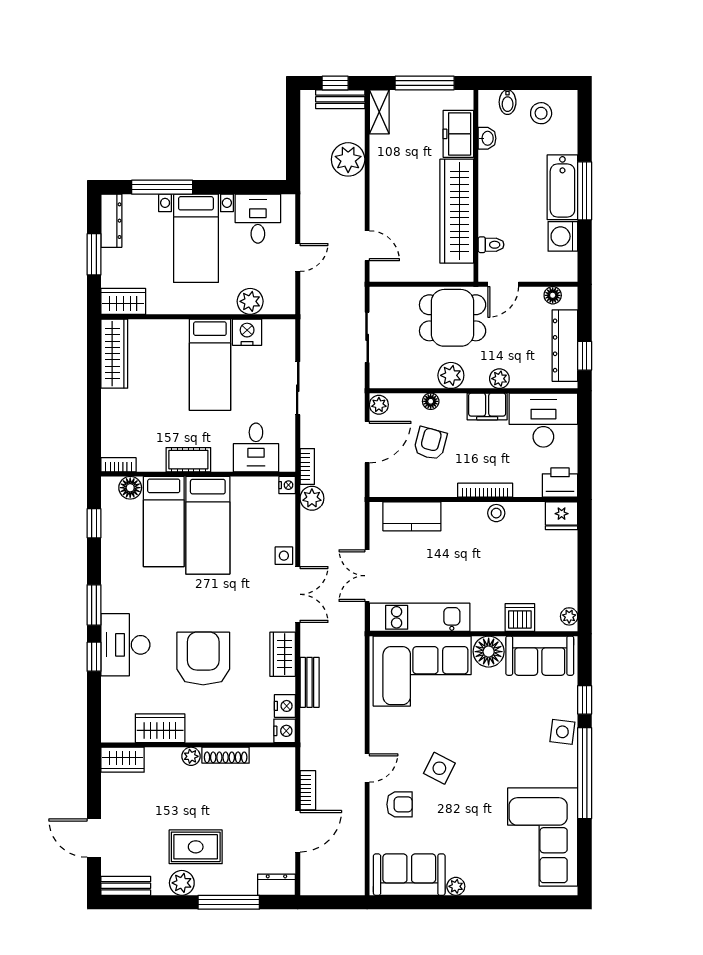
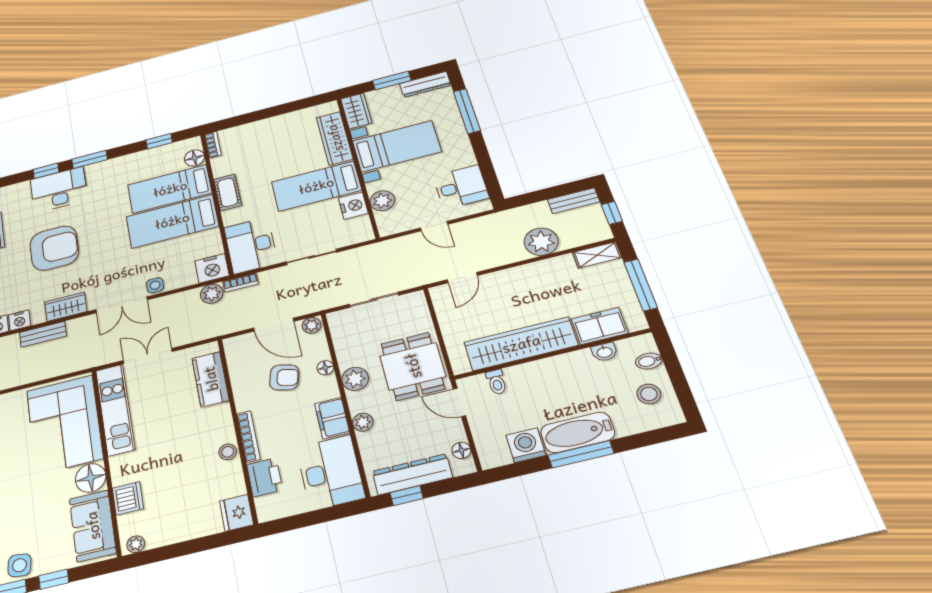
bench: (340, 99) -> (574, 201), moved, turned 90
bed with nightstands: (196, 238) -> (397, 146), moved, turned 180
wardrobe: (114, 354) -> (335, 138), moved, turned 90
desk: (256, 447) -> (251, 245), width x1.37
printer: (560, 483) -> (265, 477), moved
nightstand: (287, 485) -> (212, 268), width x1.89, depth x1.79

